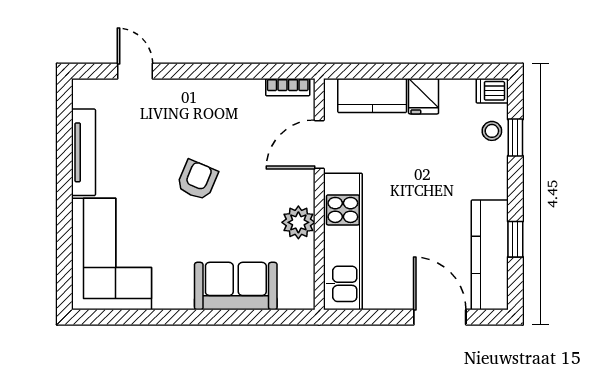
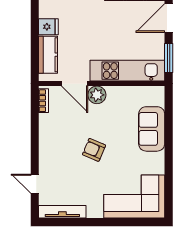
door: (135, 71) -> (35, 184), hinge flipped
tv unit: (83, 152) -> (62, 212), moved
plant: (298, 222) -> (97, 95), moved
window: (366, 317) -> (169, 58), added

